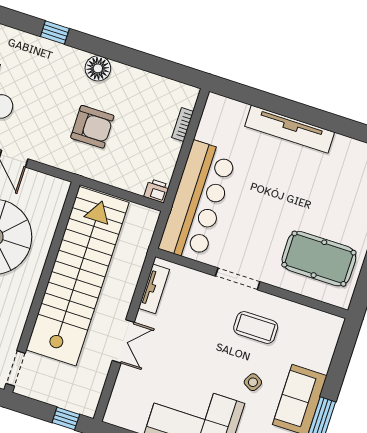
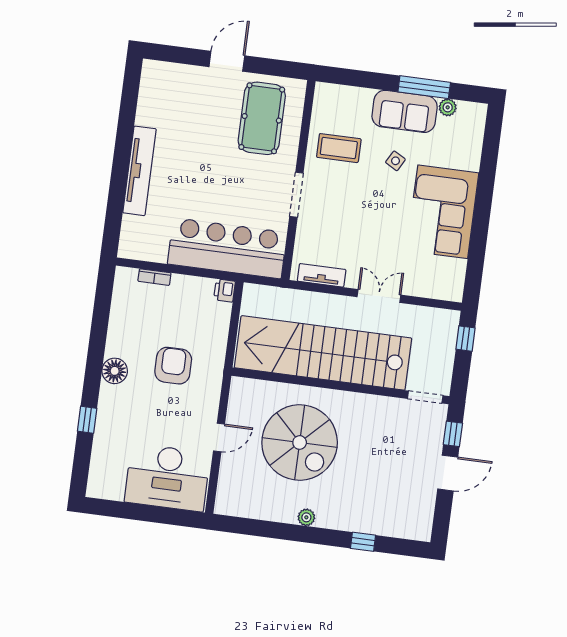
coffee table: (256, 327) -> (339, 148), moved, turned 90

